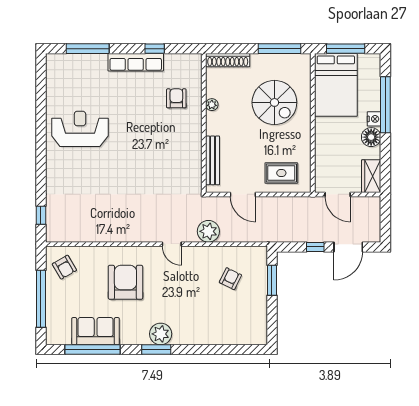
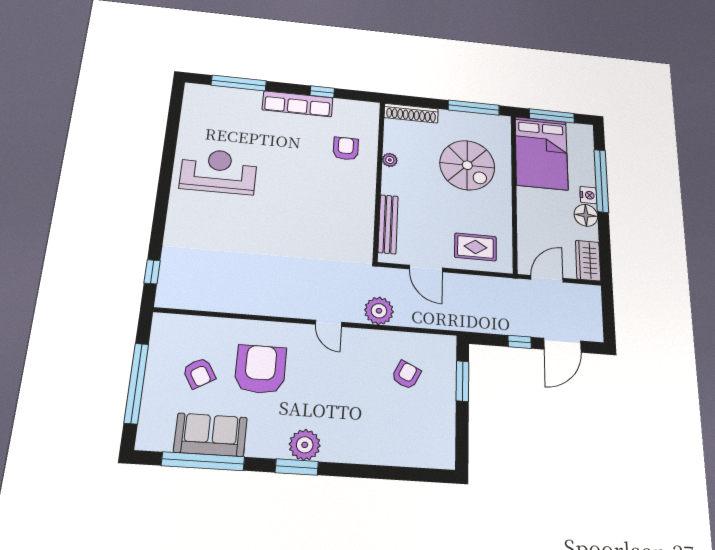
door: (338, 194) -> (547, 279), swing flipped
armchair: (64, 267) -> (199, 373), moved

